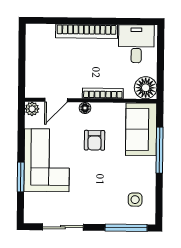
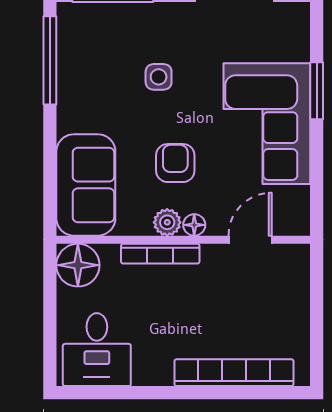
bookcase: (87, 31) -> (234, 373), moved
plant: (32, 109) -> (167, 222), moved
window: (160, 150) -> (50, 60), moved
side table: (135, 200) -> (159, 77), moved

